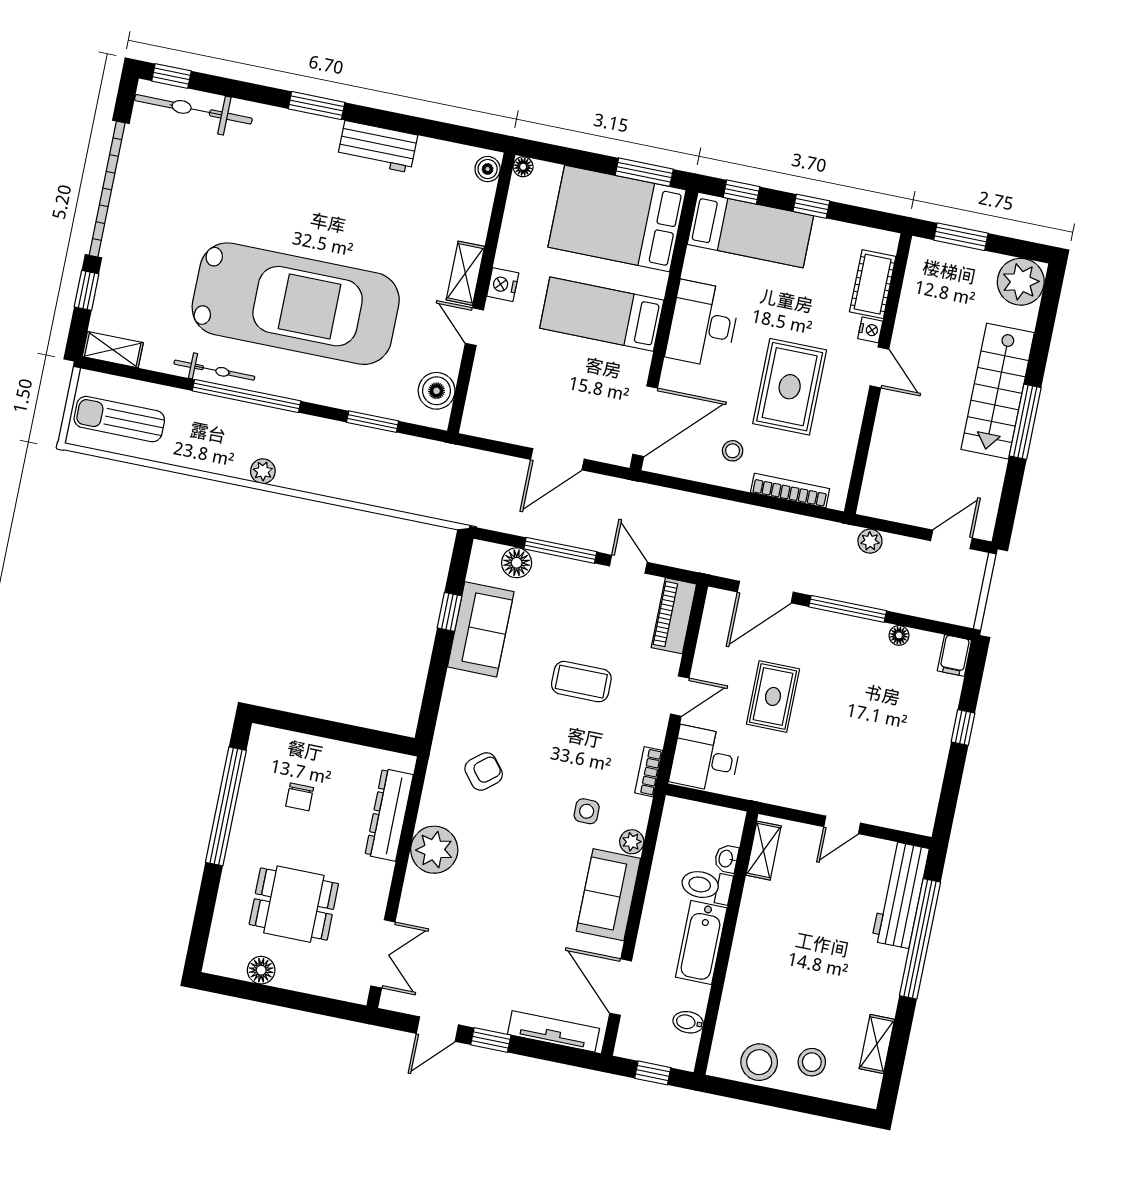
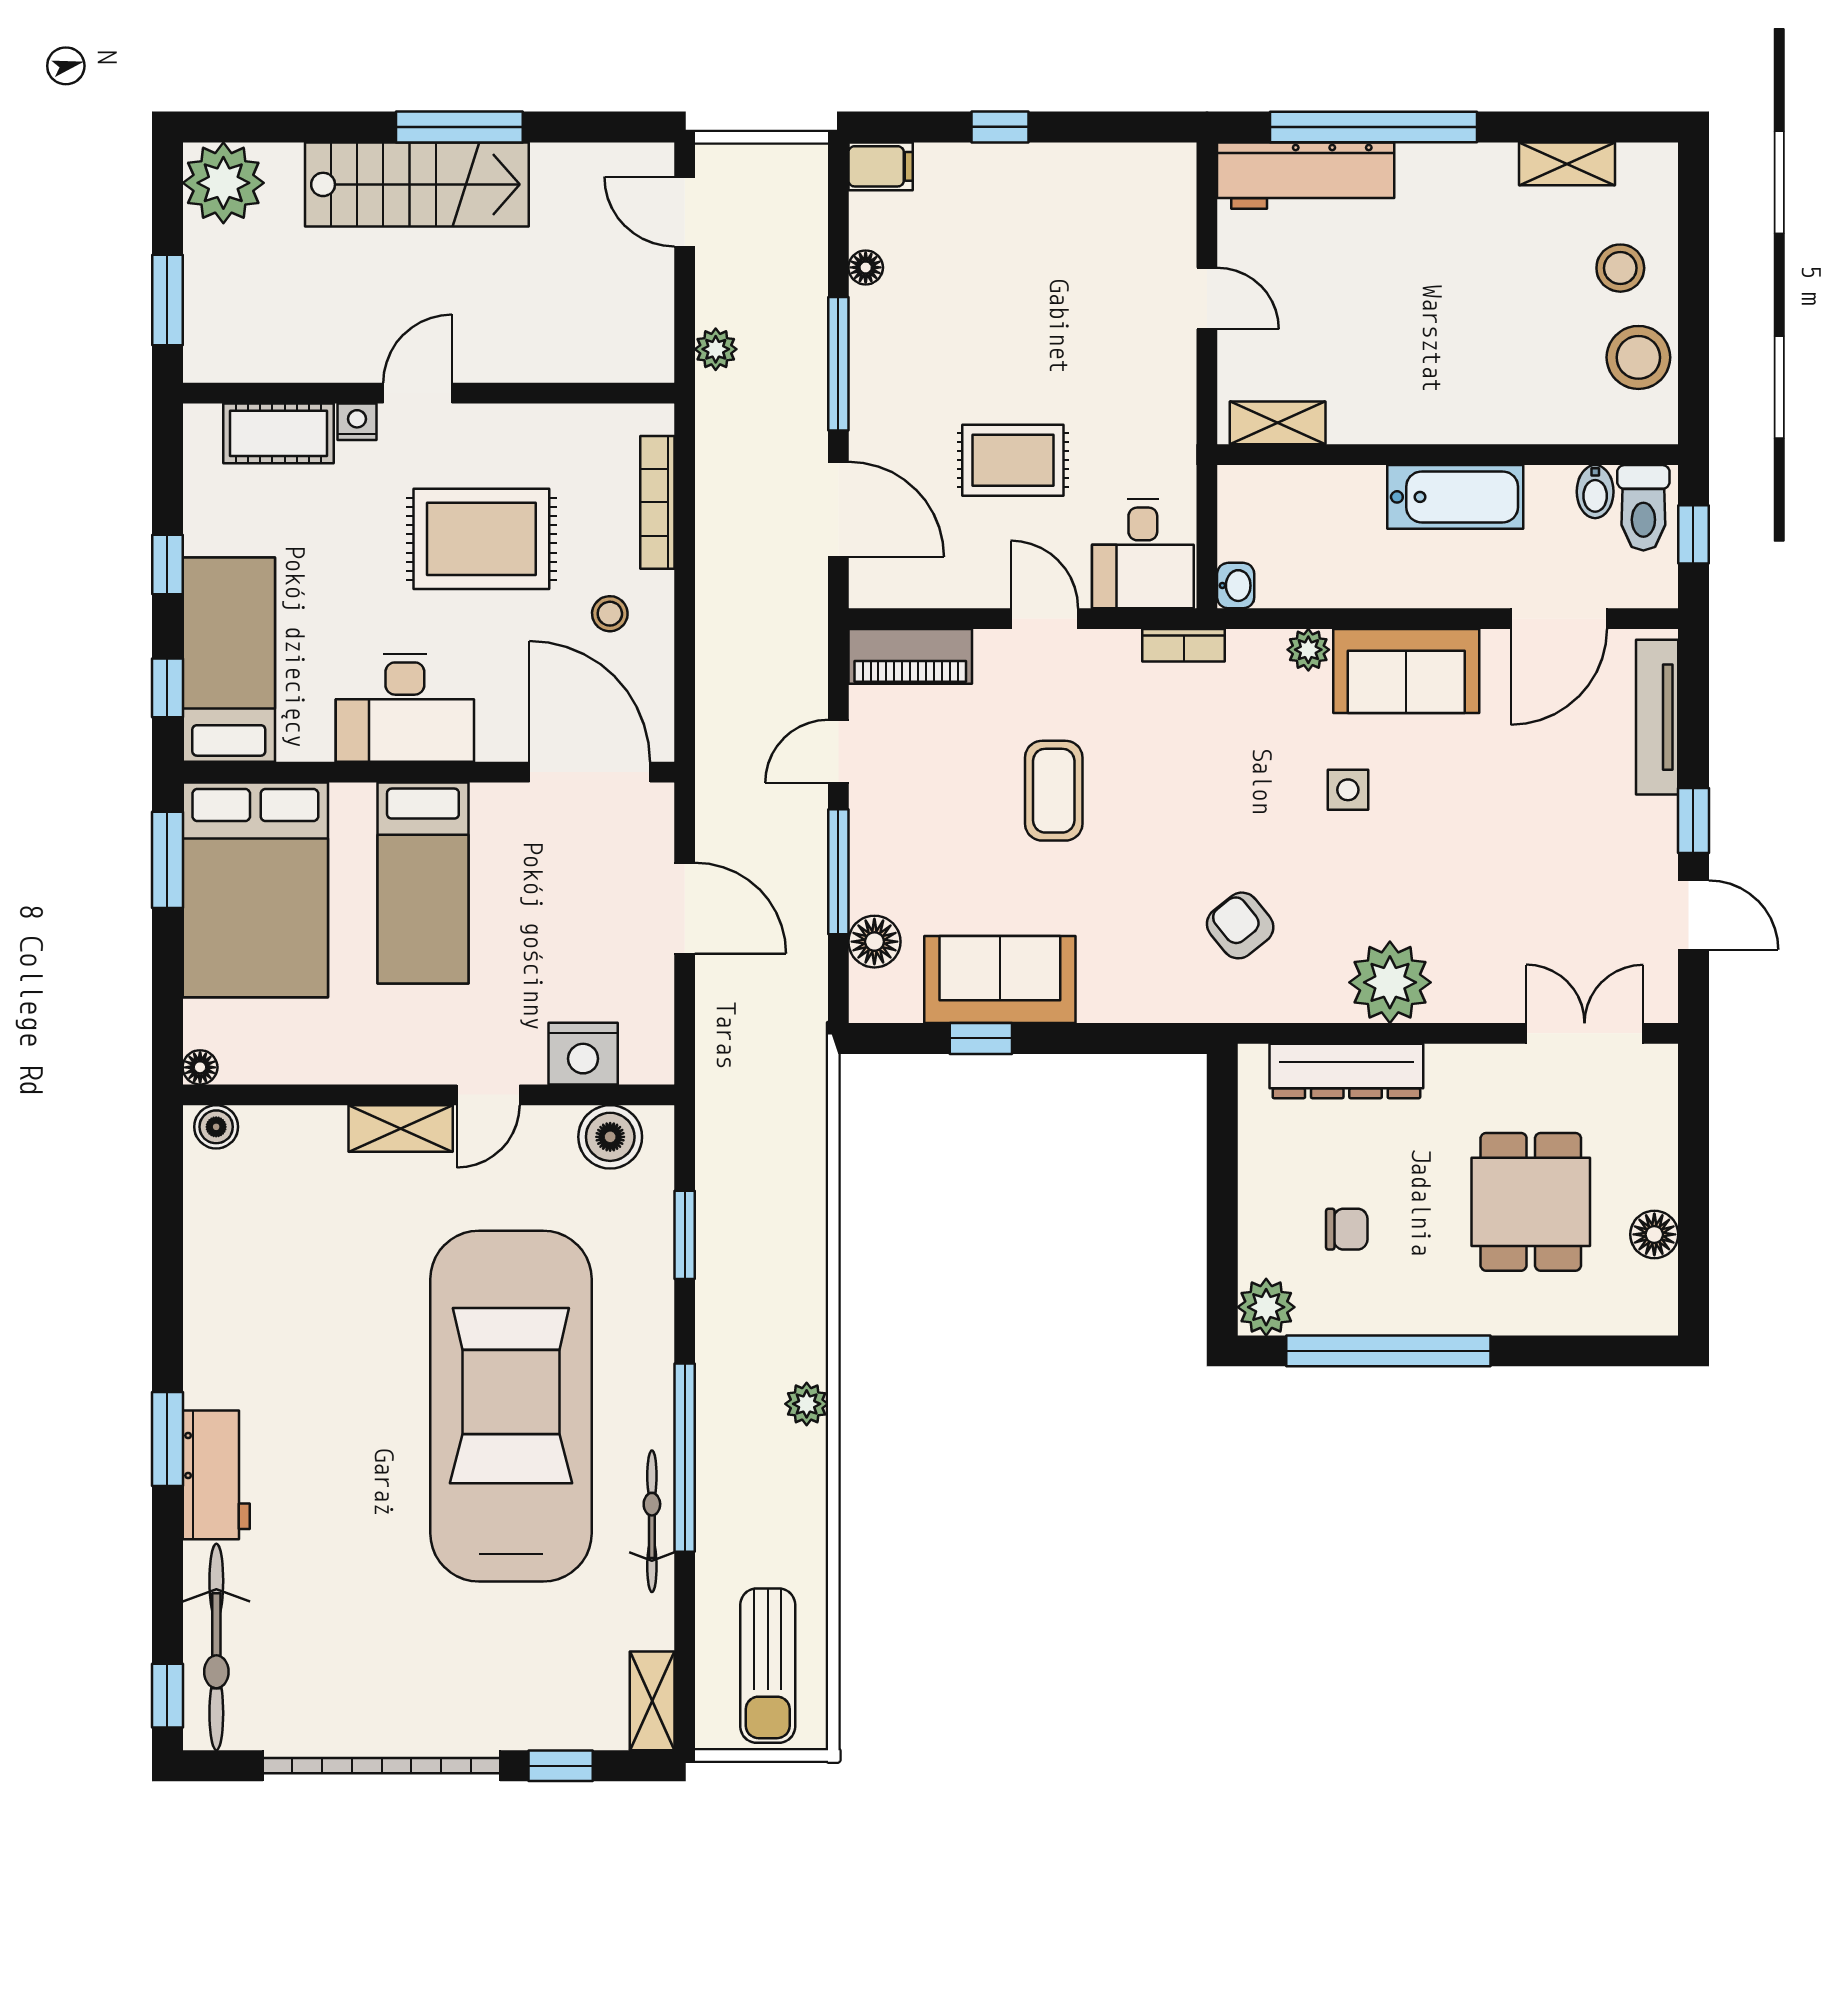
workbench: (377, 147) -> (216, 1475), moved
nightstand: (503, 285) -> (583, 1054), moved, width x1.36, depth x1.33
plant: (265, 742) -> (1266, 1307), added
side table: (587, 811) -> (1348, 790), moved
washbasin: (726, 859) -> (1236, 586), moved, turned -90
toilet: (706, 886) -> (1643, 508), moved

